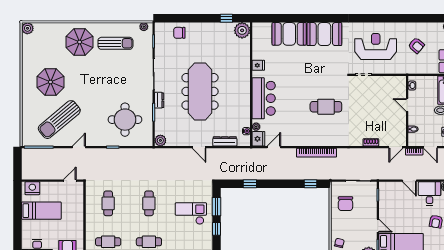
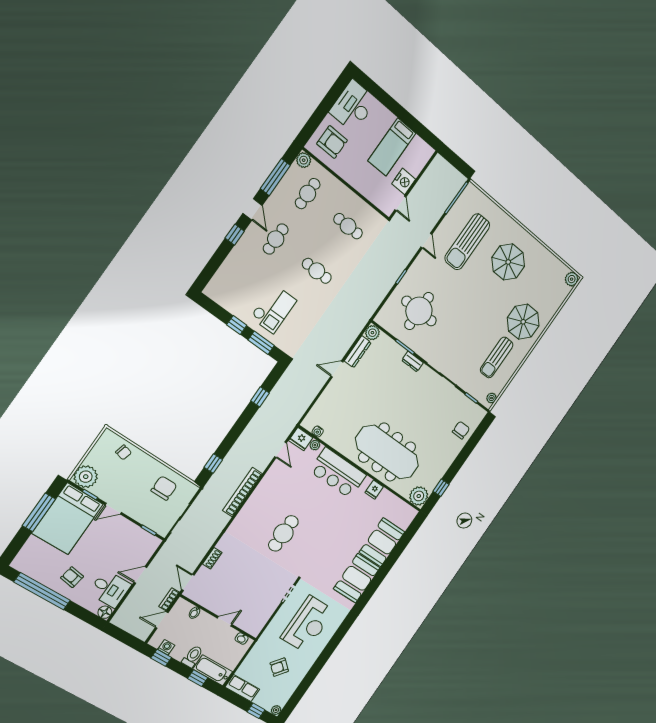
meeting table: (200, 91) -> (387, 452), moved
sun lounger: (59, 120) -> (467, 242), turned -140
dresser: (225, 141) -> (358, 352), moved
nightstand: (32, 188) -> (404, 181), moved
chair: (345, 204) -> (164, 488), turned 90

